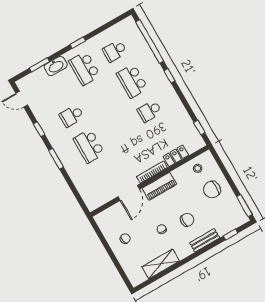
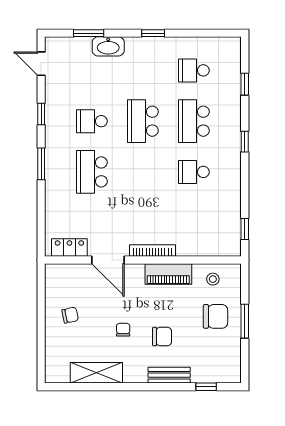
window: (150, 42) -> (245, 84), width x0.32
school desk: (85, 68) -> (143, 121), moved
locker: (176, 156) -> (69, 247), moved
piano: (159, 186) -> (168, 274), moved
chair: (212, 190) -> (216, 316), turned 180
door: (129, 193) -> (108, 260), hinge flipped
window: (244, 206) -> (245, 321), moved

